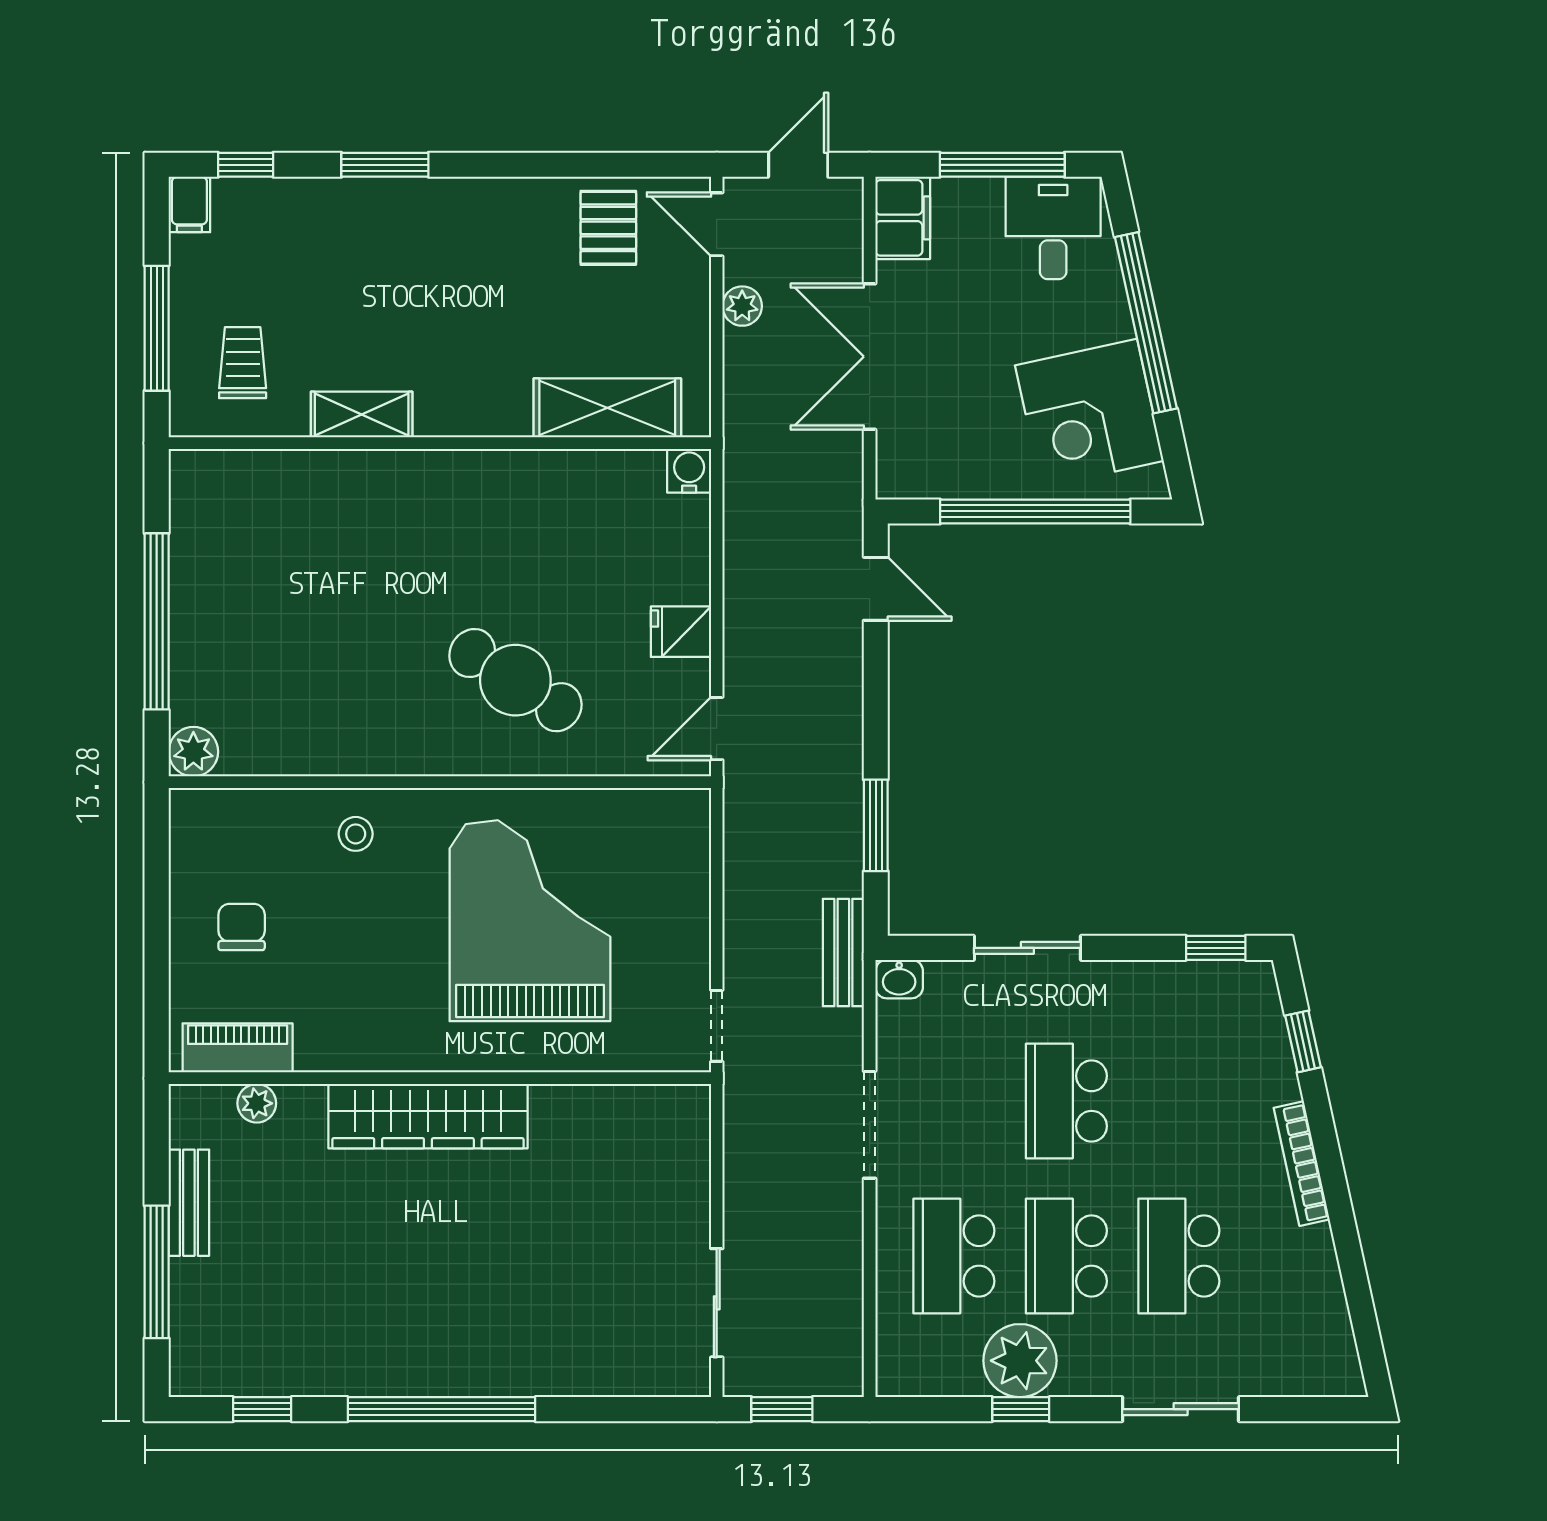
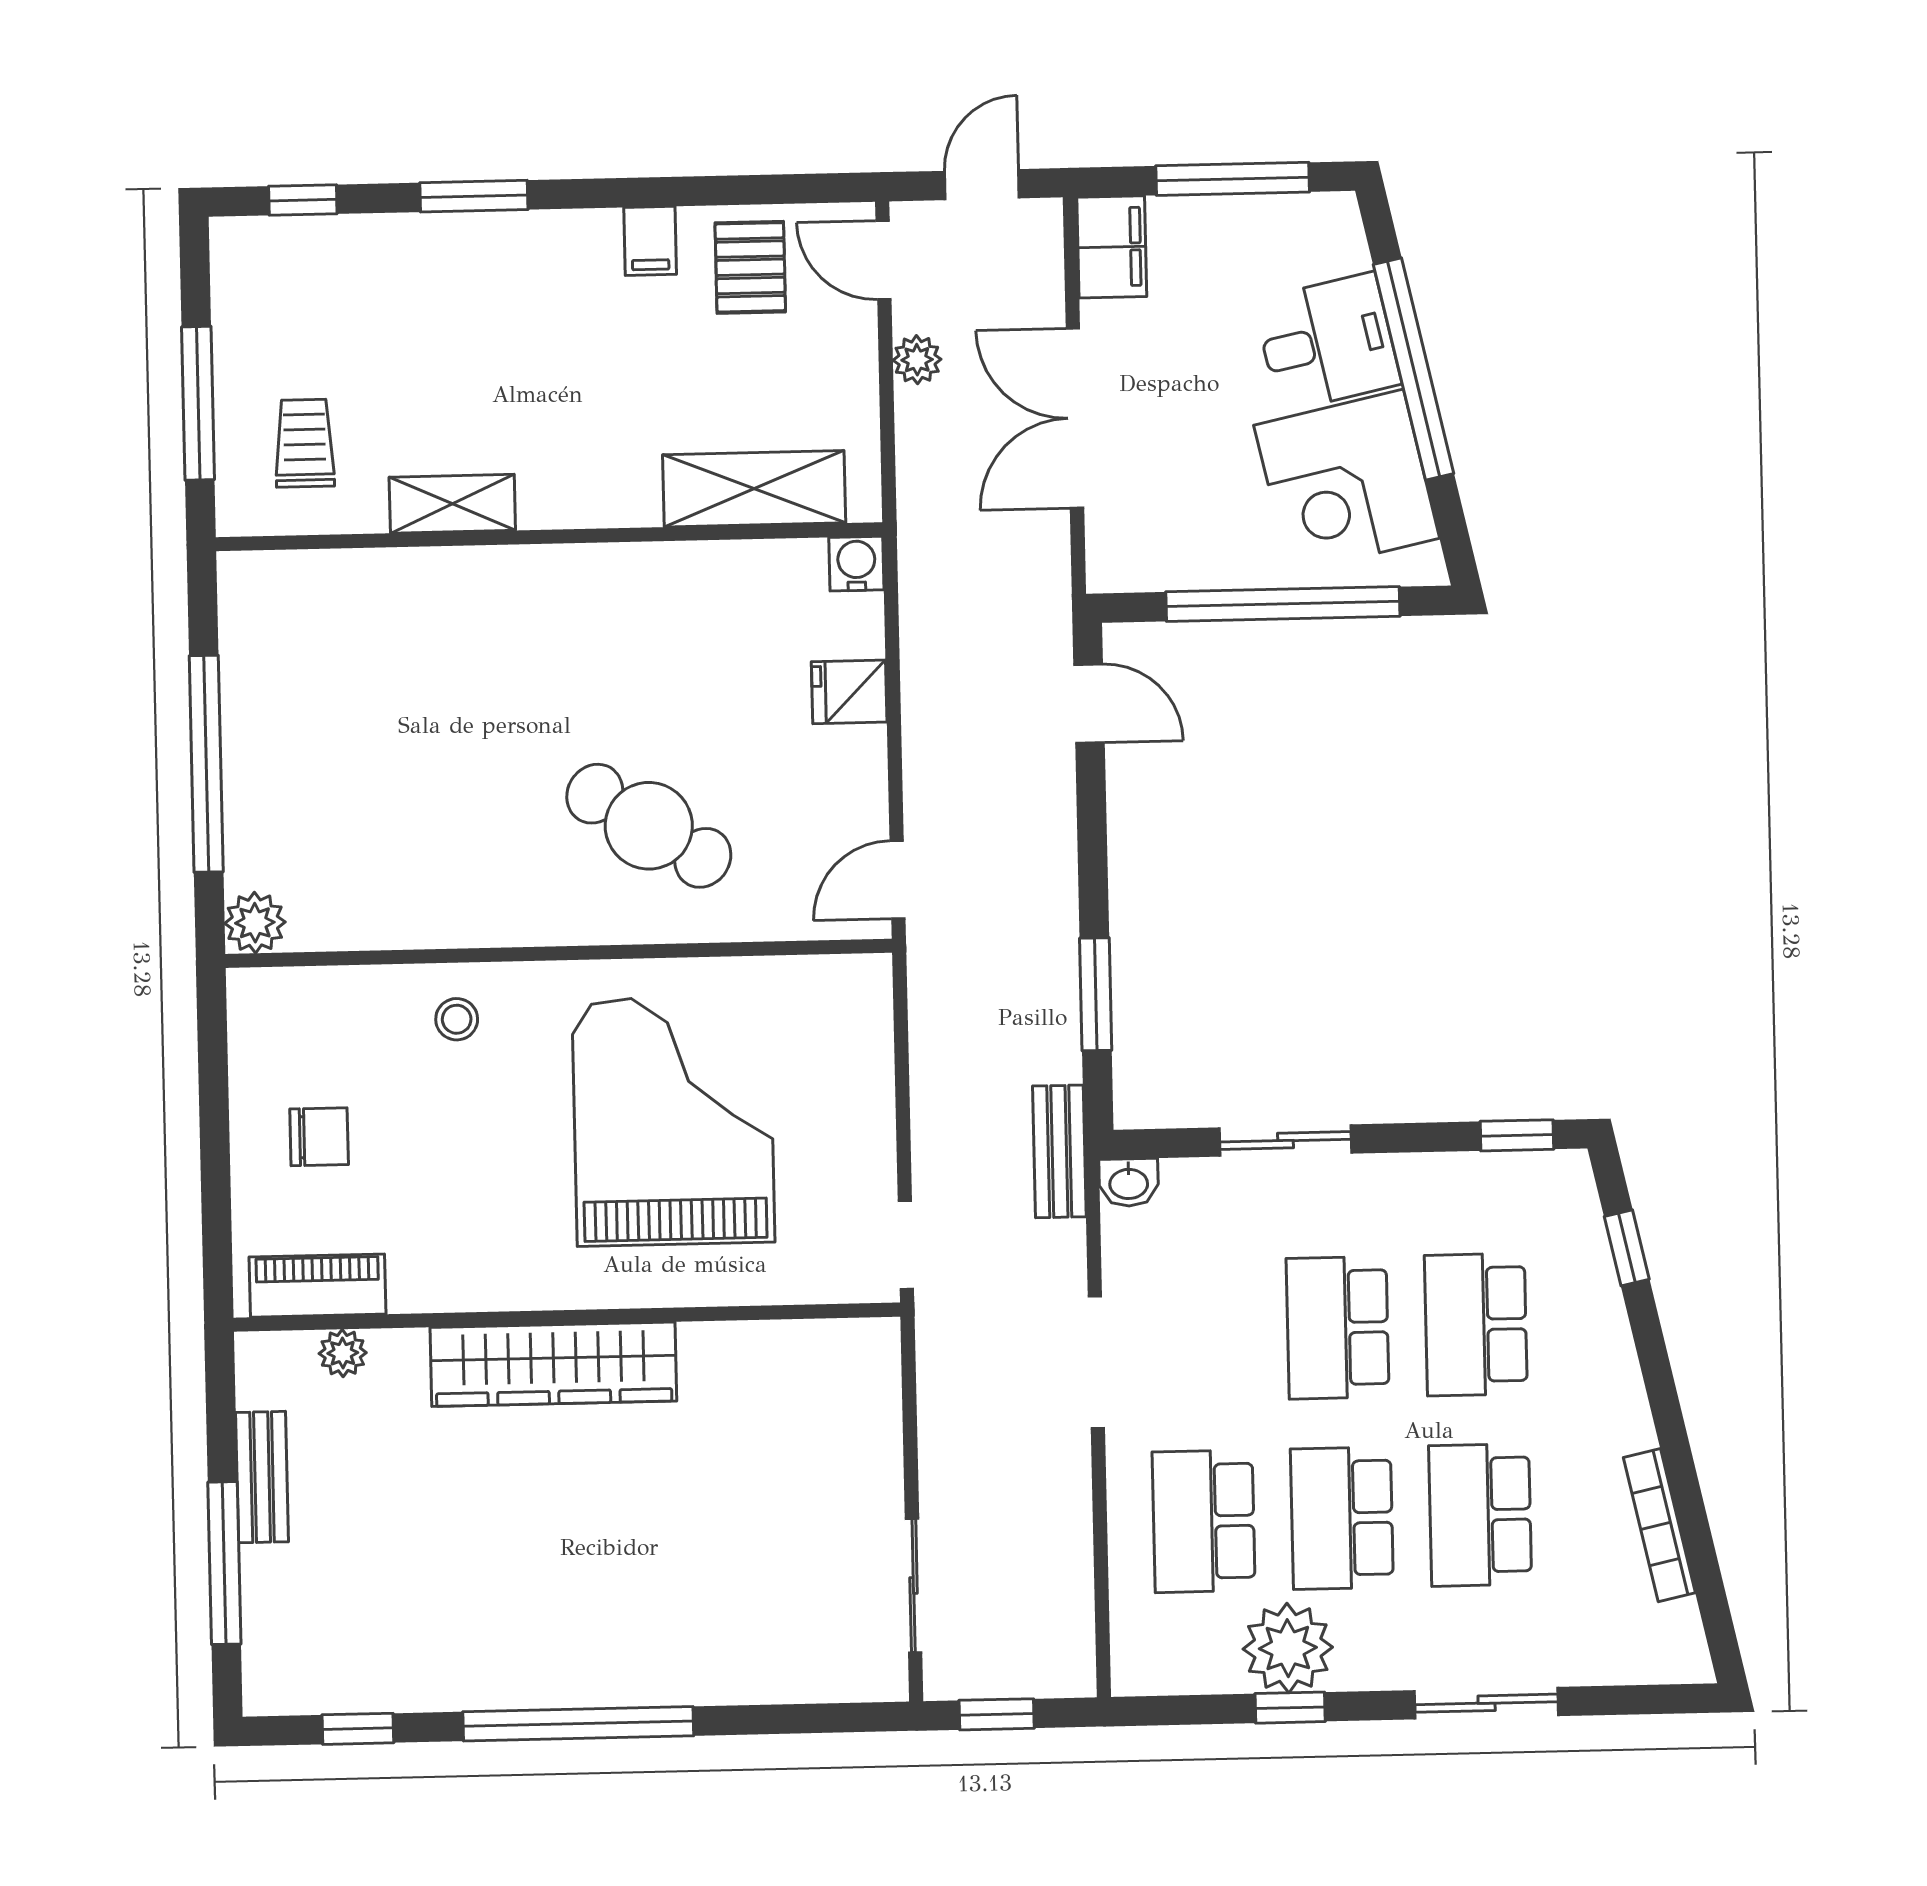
filing cabinet: (189, 204) -> (650, 241), moved
desk: (1053, 228) -> (1327, 342), moved, turned 78
fridge: (681, 632) -> (849, 692), moved
chair: (242, 927) -> (319, 1137), turned 90
school desk: (1179, 1101) -> (1476, 1325), added
bookcase: (1302, 1164) -> (1659, 1525), moved

